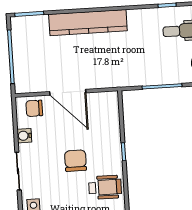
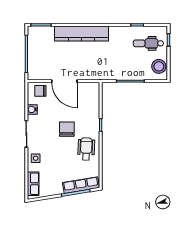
wheelchair: (105, 187) -> (86, 149), turned -88

